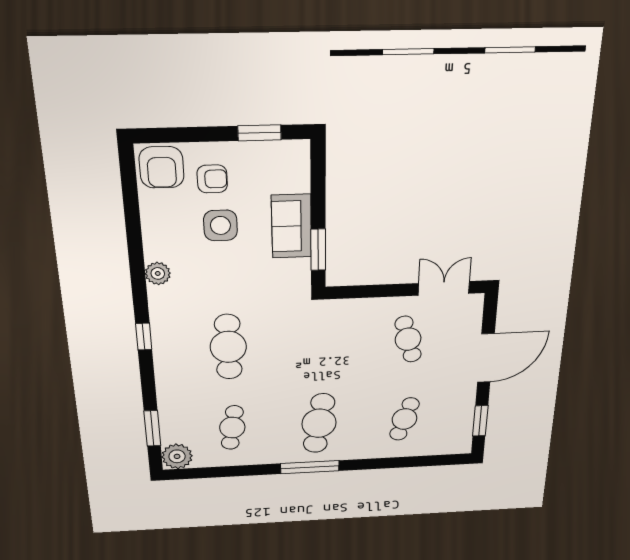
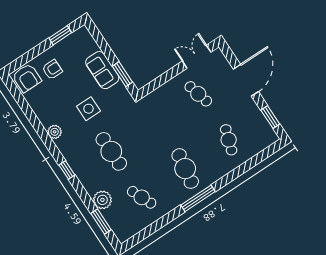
side table: (220, 225) -> (89, 109), moved
cafe table: (232, 428) -> (142, 197), turned -33
plant: (177, 456) -> (102, 200), moved

